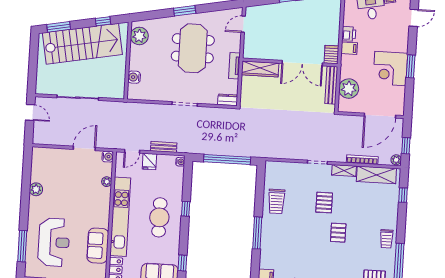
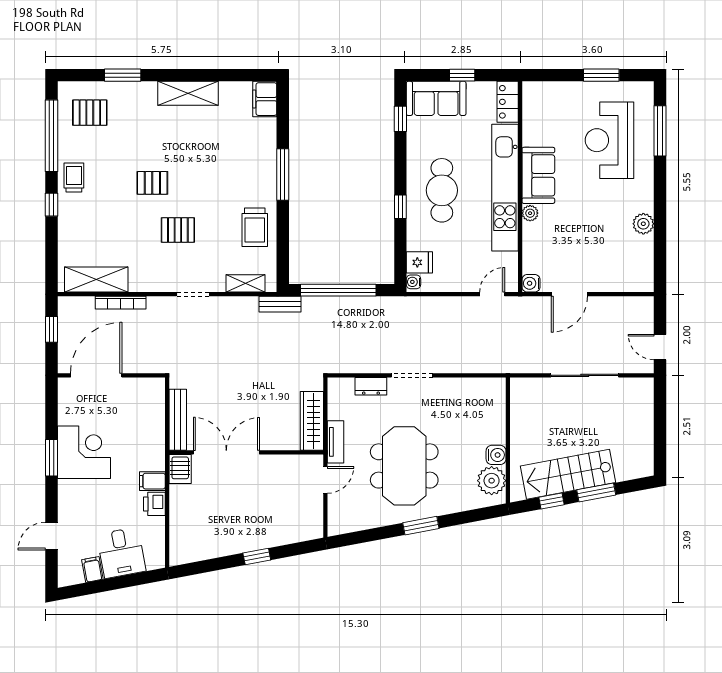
door: (243, 24) -> (325, 480), moved
window: (59, 27) -> (596, 492), moved
stairs: (82, 44) -> (568, 474), width x0.73, depth x0.66
wardrobe: (260, 69) -> (312, 421), moved, turned -90
water cooler: (134, 77) -> (496, 455), moved
plant: (349, 89) -> (149, 416), removed
dresser: (228, 100) -> (371, 386), moved
bench: (164, 147) -> (280, 304), moved
plant: (396, 160) -> (66, 306), removed
fridge: (149, 162) -> (419, 262), moved, turned 90
shelving: (344, 171) -> (245, 283), moved
plant: (107, 182) -> (530, 213), moved
window: (403, 195) -> (52, 205), moved
trolley: (276, 201) -> (255, 227), turned 180
pallet: (324, 203) -> (178, 230), turned 90
pallet: (338, 233) -> (152, 183), turned 90
sofa: (98, 246) -> (538, 175), moved

